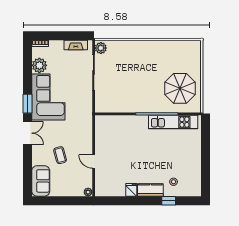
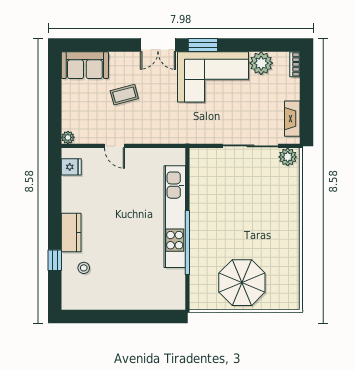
parasol: (180, 88) -> (242, 283), moved
kitchen unit: (173, 122) -> (175, 217), moved, width x1.36
door: (94, 162) -> (115, 146), swing flipped
fridge: (131, 190) -> (71, 167), moved

